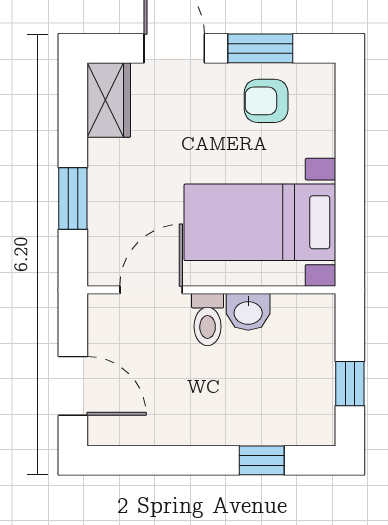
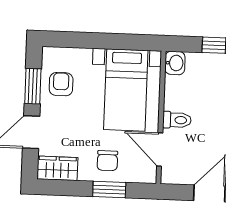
armchair: (266, 101) -> (61, 84), turned 180
chair: (127, 193) -> (107, 161), added
washbasin: (248, 312) -> (175, 63), moved

